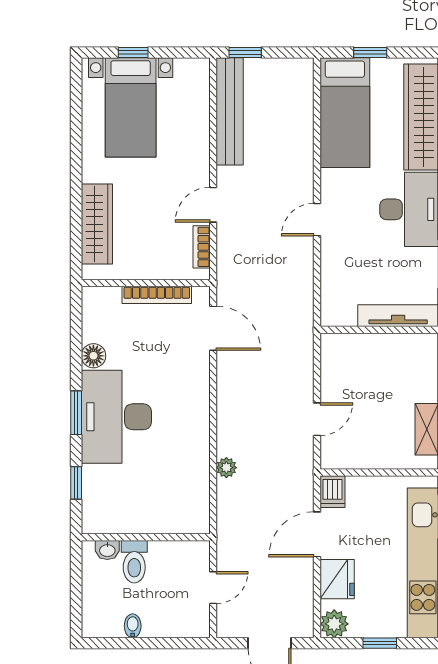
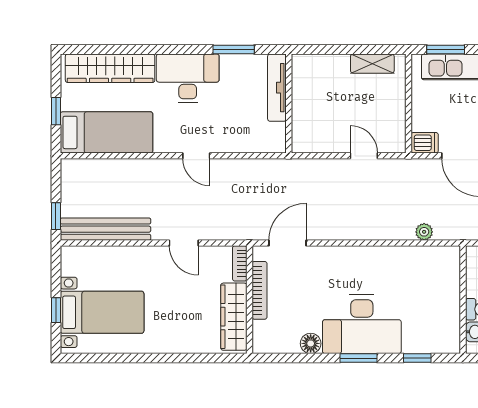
wardrobe: (97, 224) -> (234, 317), moved, turned -90
bookcase: (202, 247) -> (240, 263), moved, turned 90
plant: (226, 468) -> (424, 232), moved

